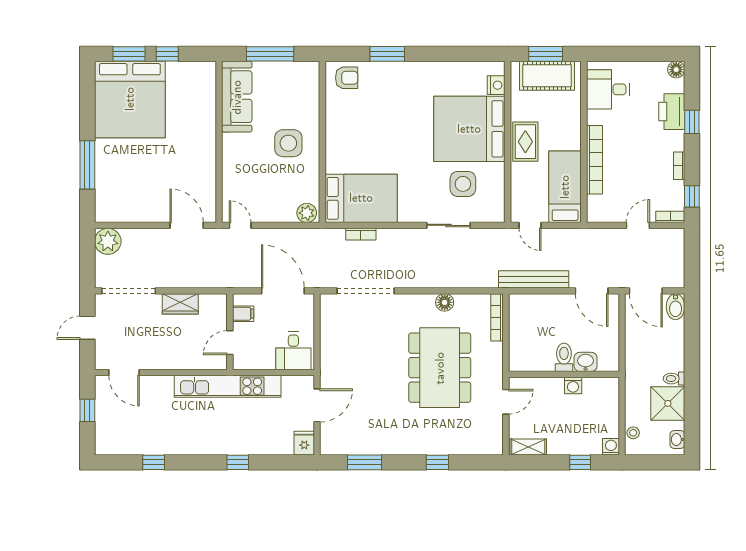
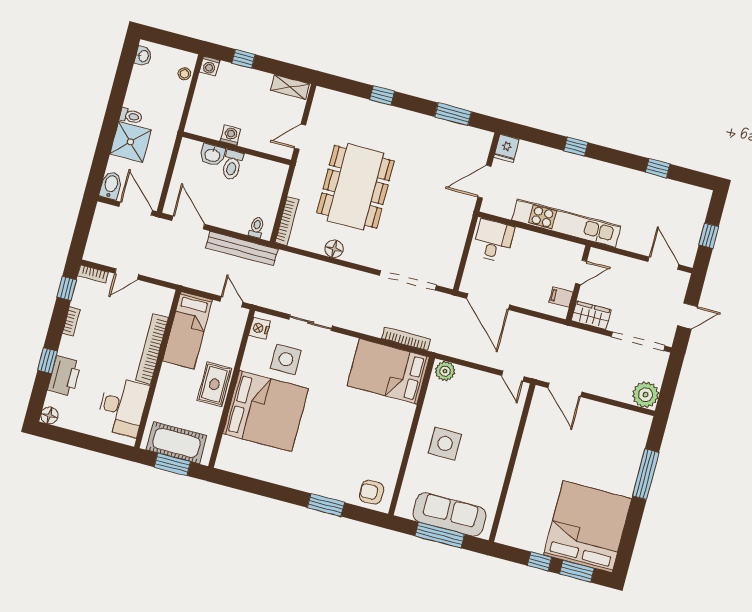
nightstand: (496, 85) -> (259, 328), moved
desk: (608, 89) -> (123, 407), width x1.37
sofa: (237, 97) -> (450, 514), moved, turned 90
bookcase: (361, 234) -> (406, 339), width x1.56
toilet: (525, 303) -> (256, 227), added
filing cabinet: (243, 314) -> (561, 297), moved
wall: (230, 332) -> (578, 283), moved
door: (230, 343) -> (581, 272), moved
shower: (668, 403) -> (130, 142), moved

